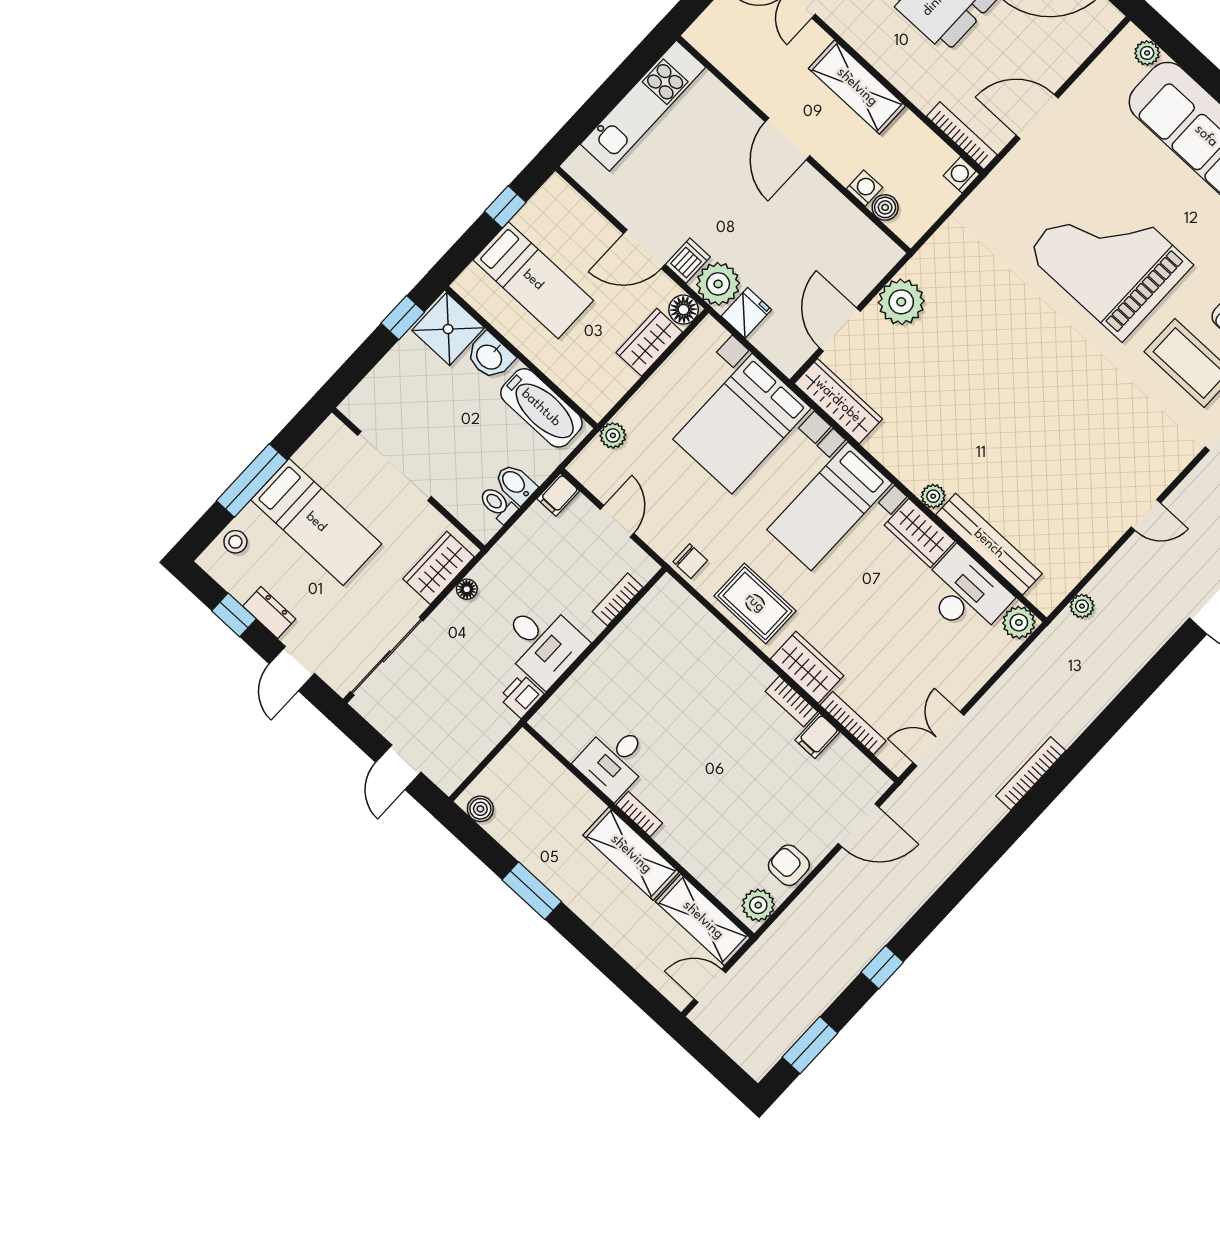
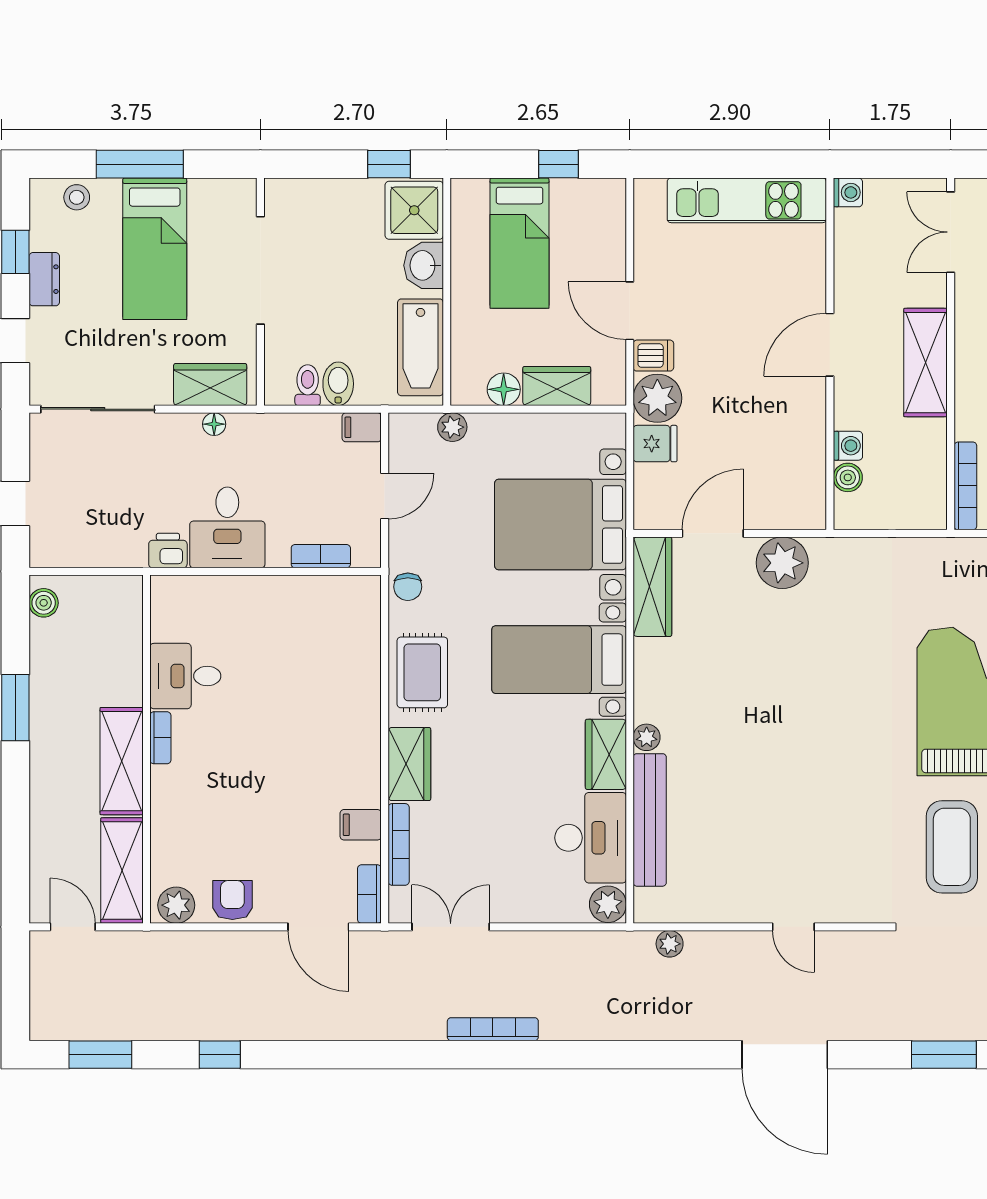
washing machine: (961, 175) -> (848, 192), moved, turned 90
floor lamp: (684, 310) -> (504, 389), moved
bookcase: (792, 701) -> (369, 894), moved

